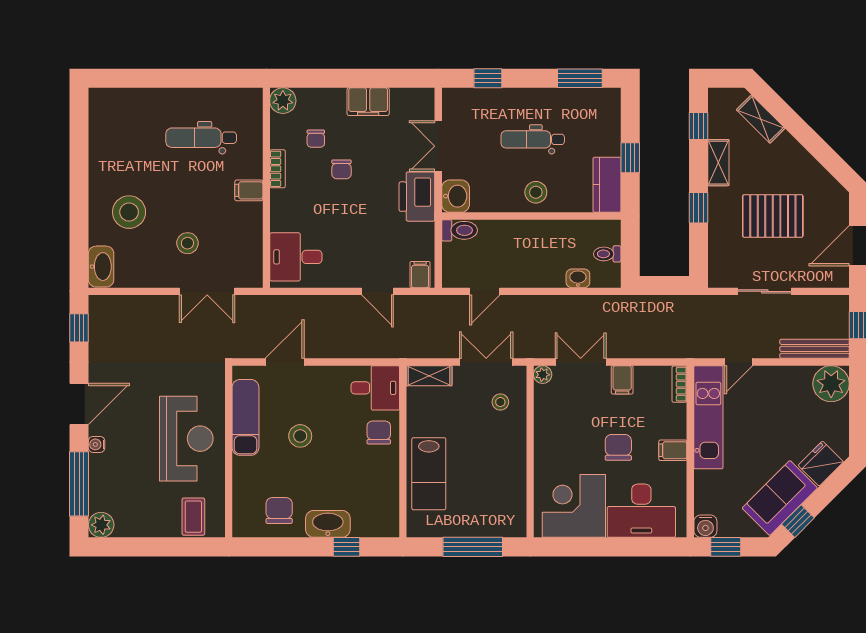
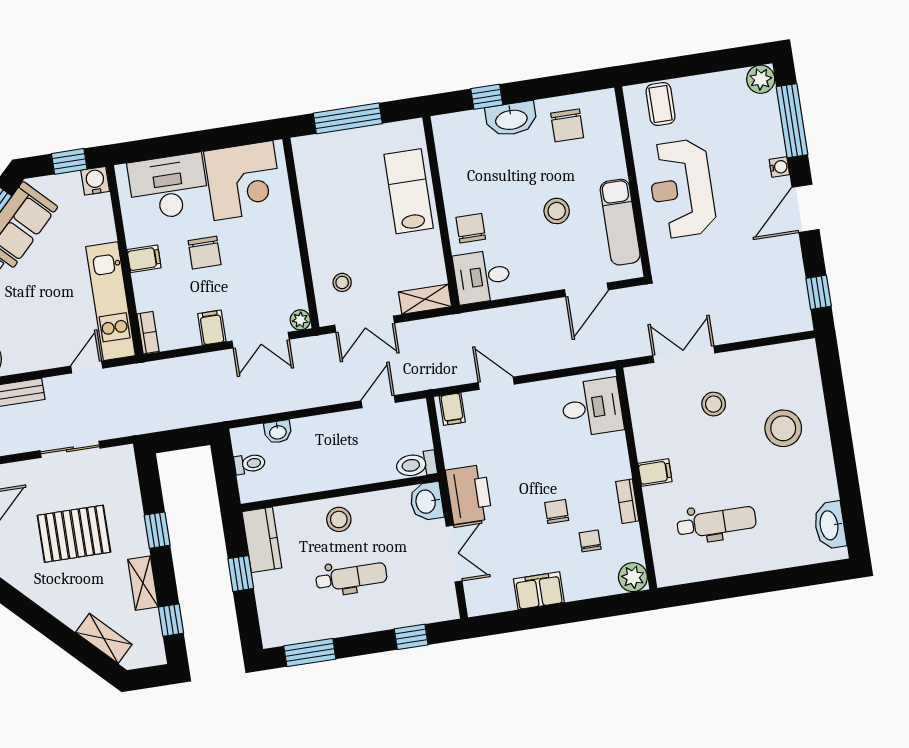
washbasin: (101, 267) -> (830, 525), moved
chair: (379, 432) -> (471, 228), turned 180

